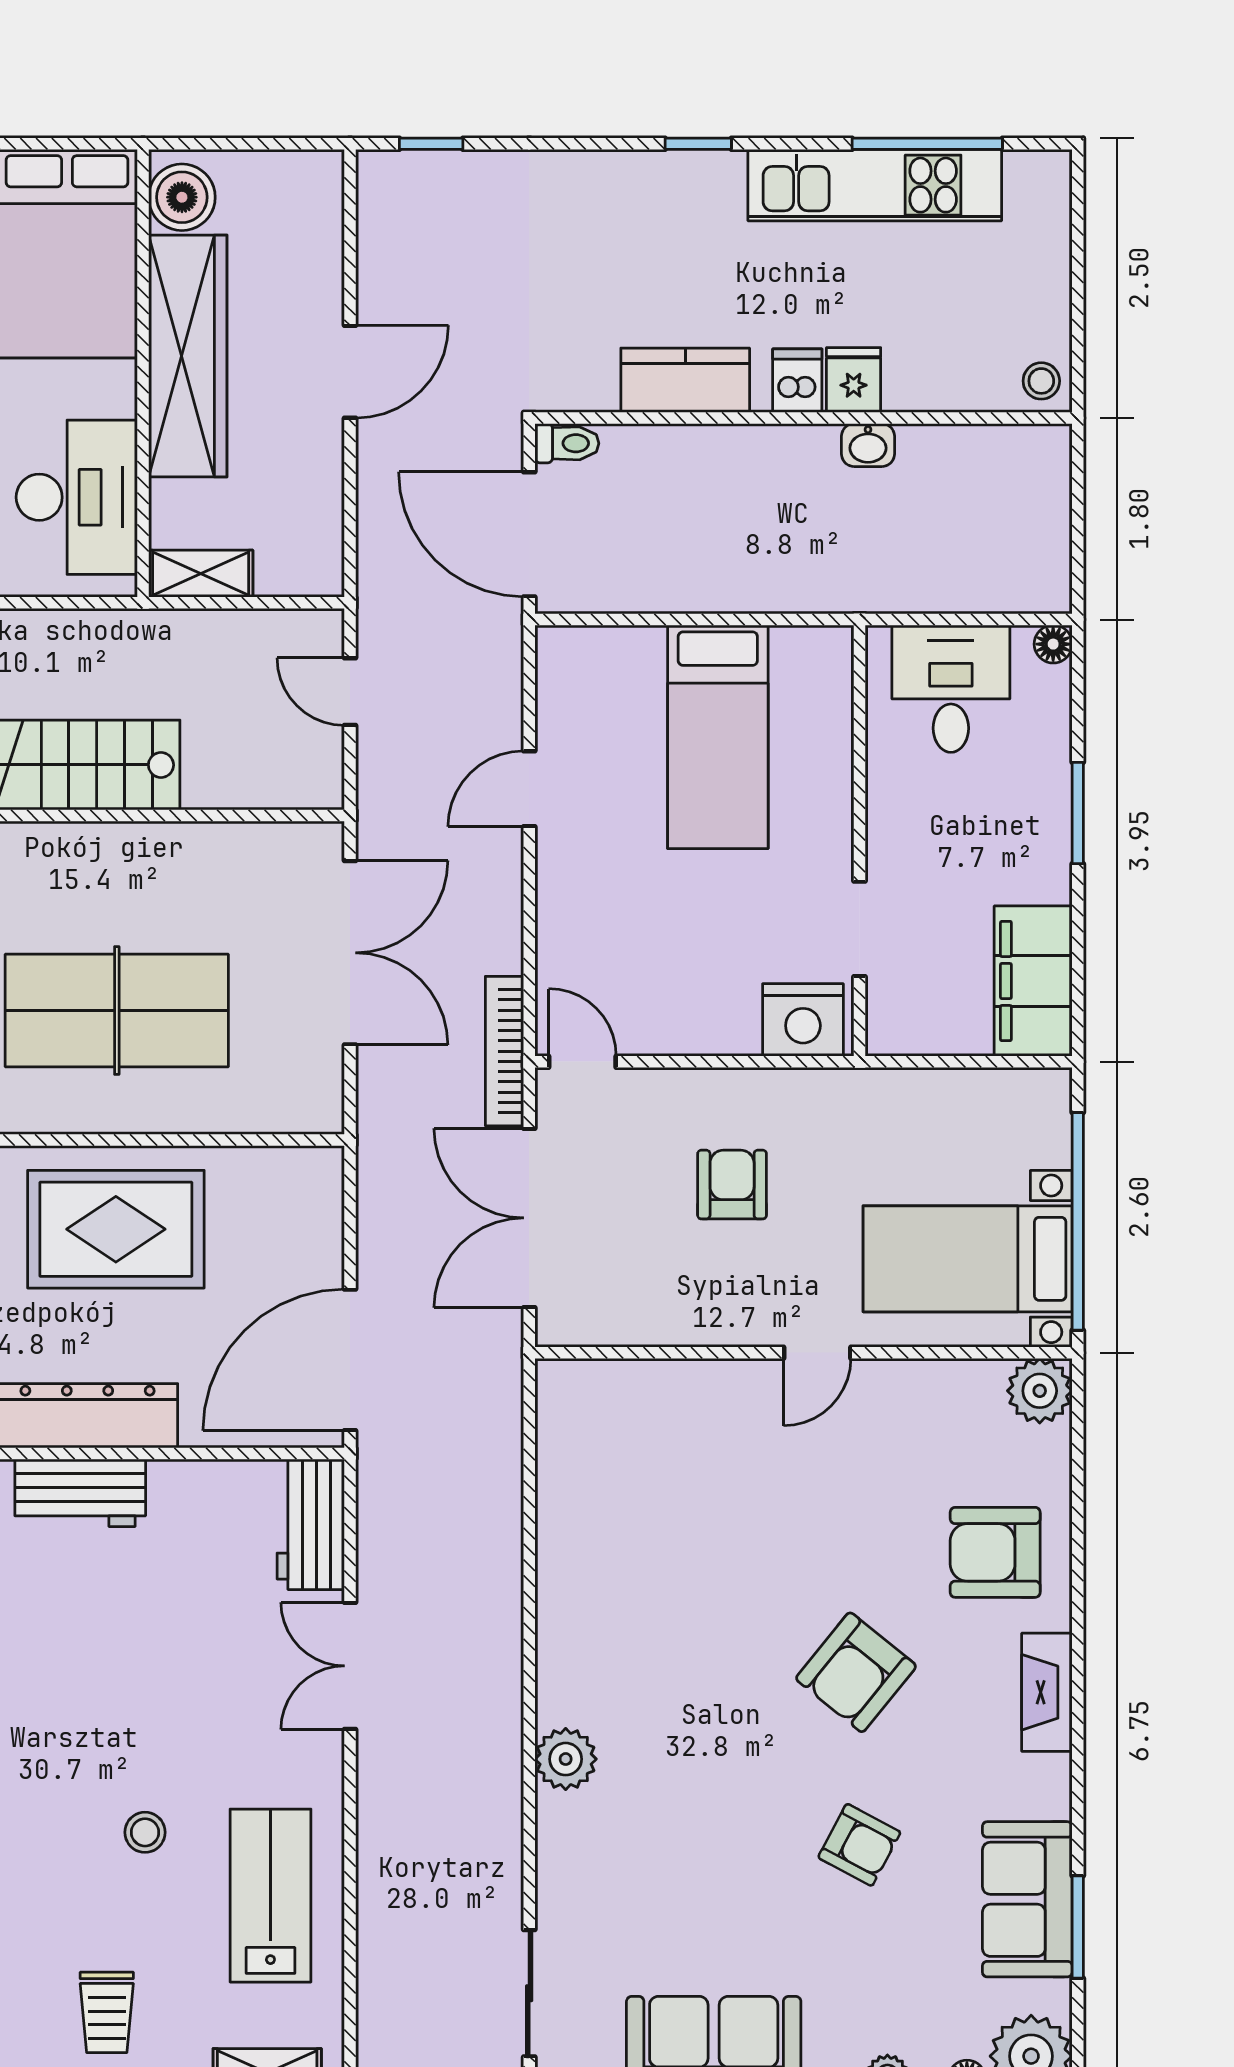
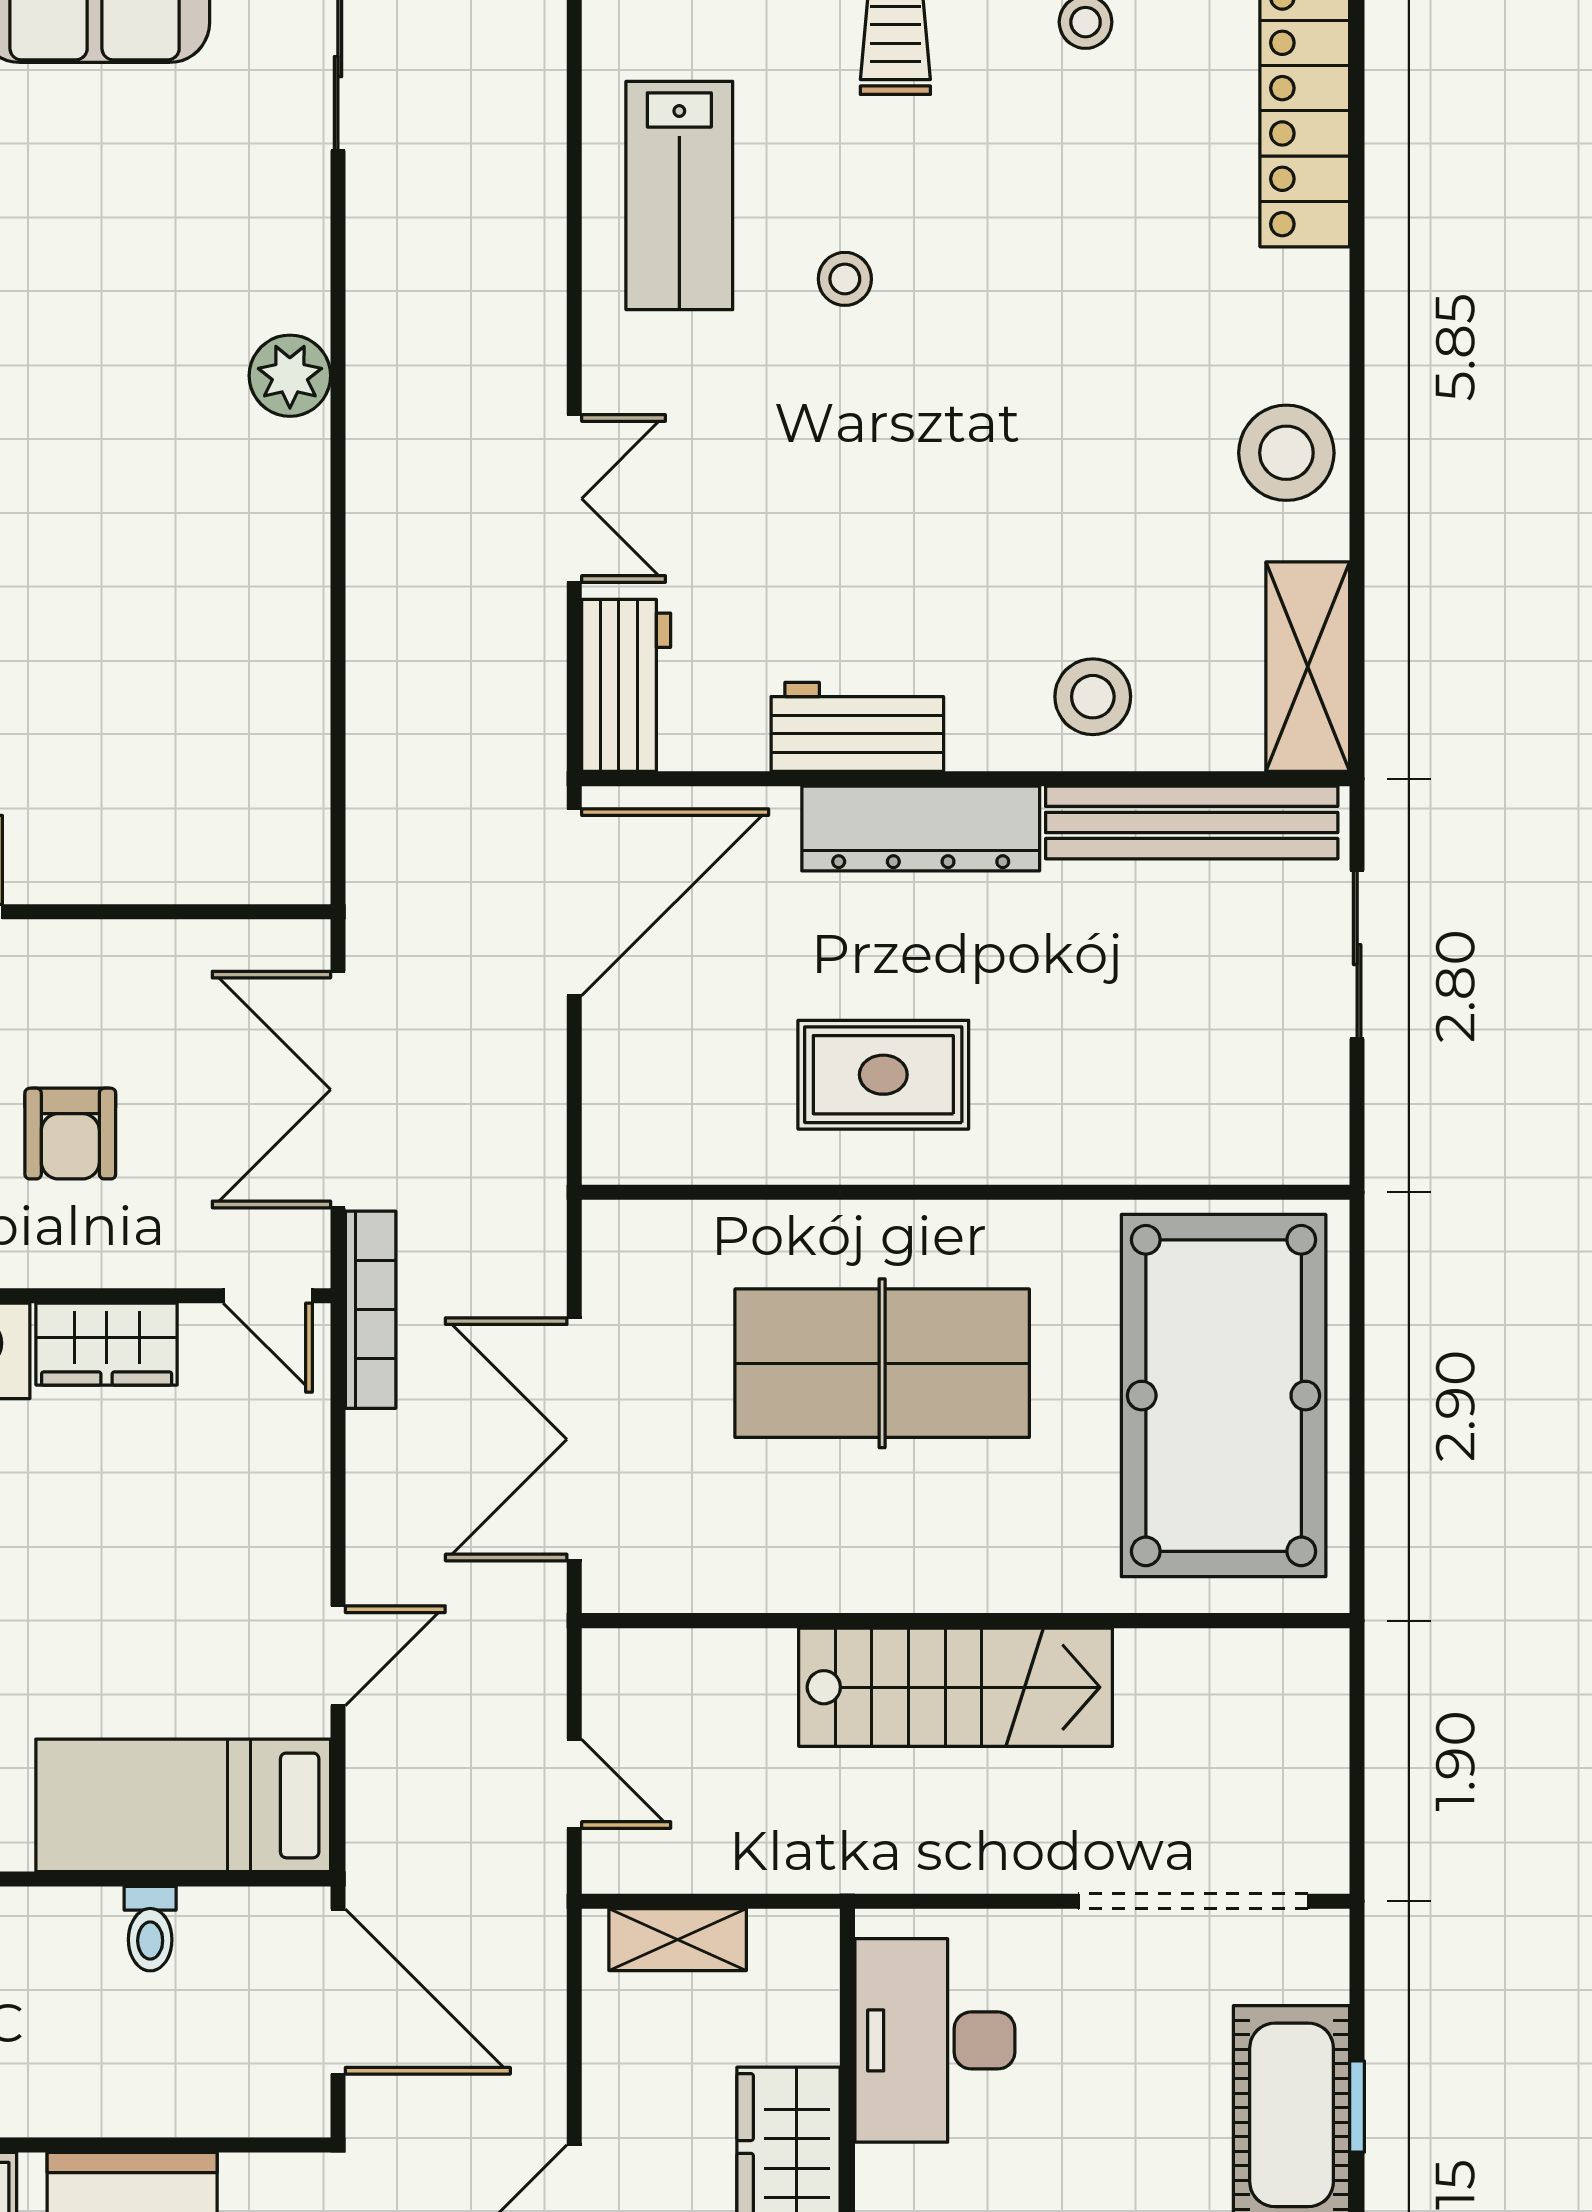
toilet: (567, 443) -> (150, 1929), moved, turned -90
shelving: (201, 574) -> (678, 1940), moved
bed: (718, 737) -> (183, 1805), moved, turned -90
wardrobe: (705, 1025) -> (107, 1344), added
double door: (529, 1218) -> (338, 1090), swing flipped
rug: (116, 1229) -> (883, 1075), width x0.73, depth x0.70
workbench: (80, 1493) -> (857, 727), moved

